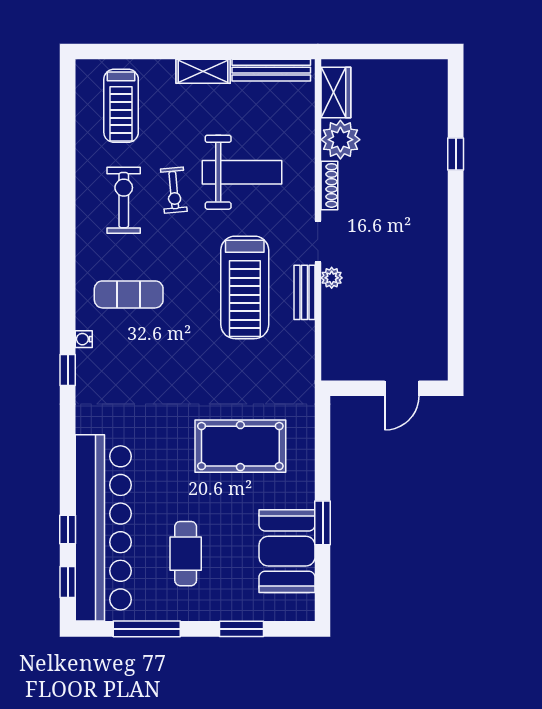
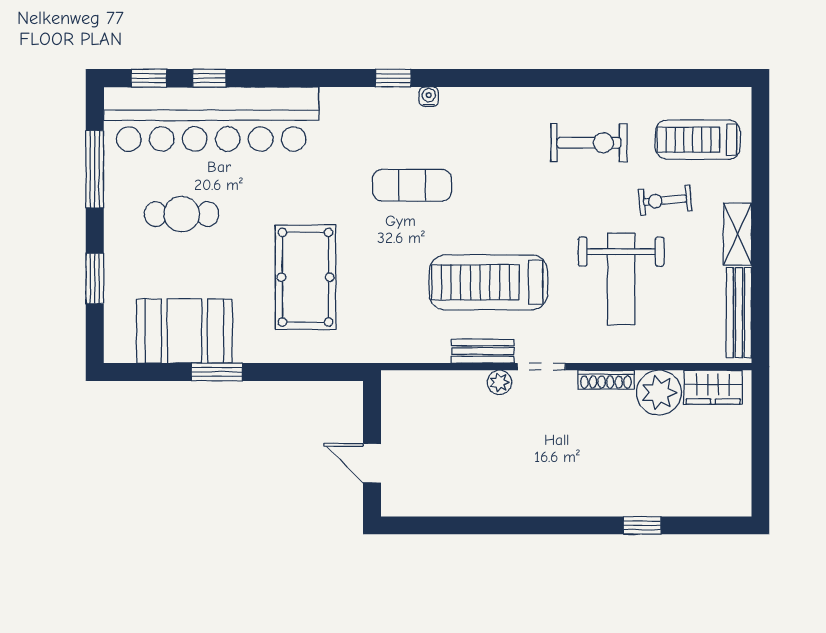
exercise bike: (174, 190) -> (665, 200), moved
exercise mat: (129, 294) -> (412, 185), moved, turned 90

